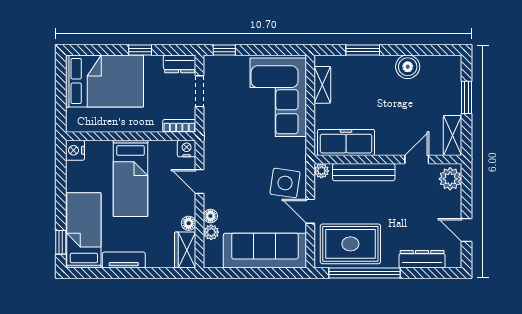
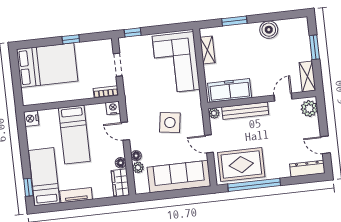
dresser: (180, 64) -> (101, 46), removed
side table: (285, 183) -> (170, 123), moved
dresser: (422, 259) -> (307, 169), moved

